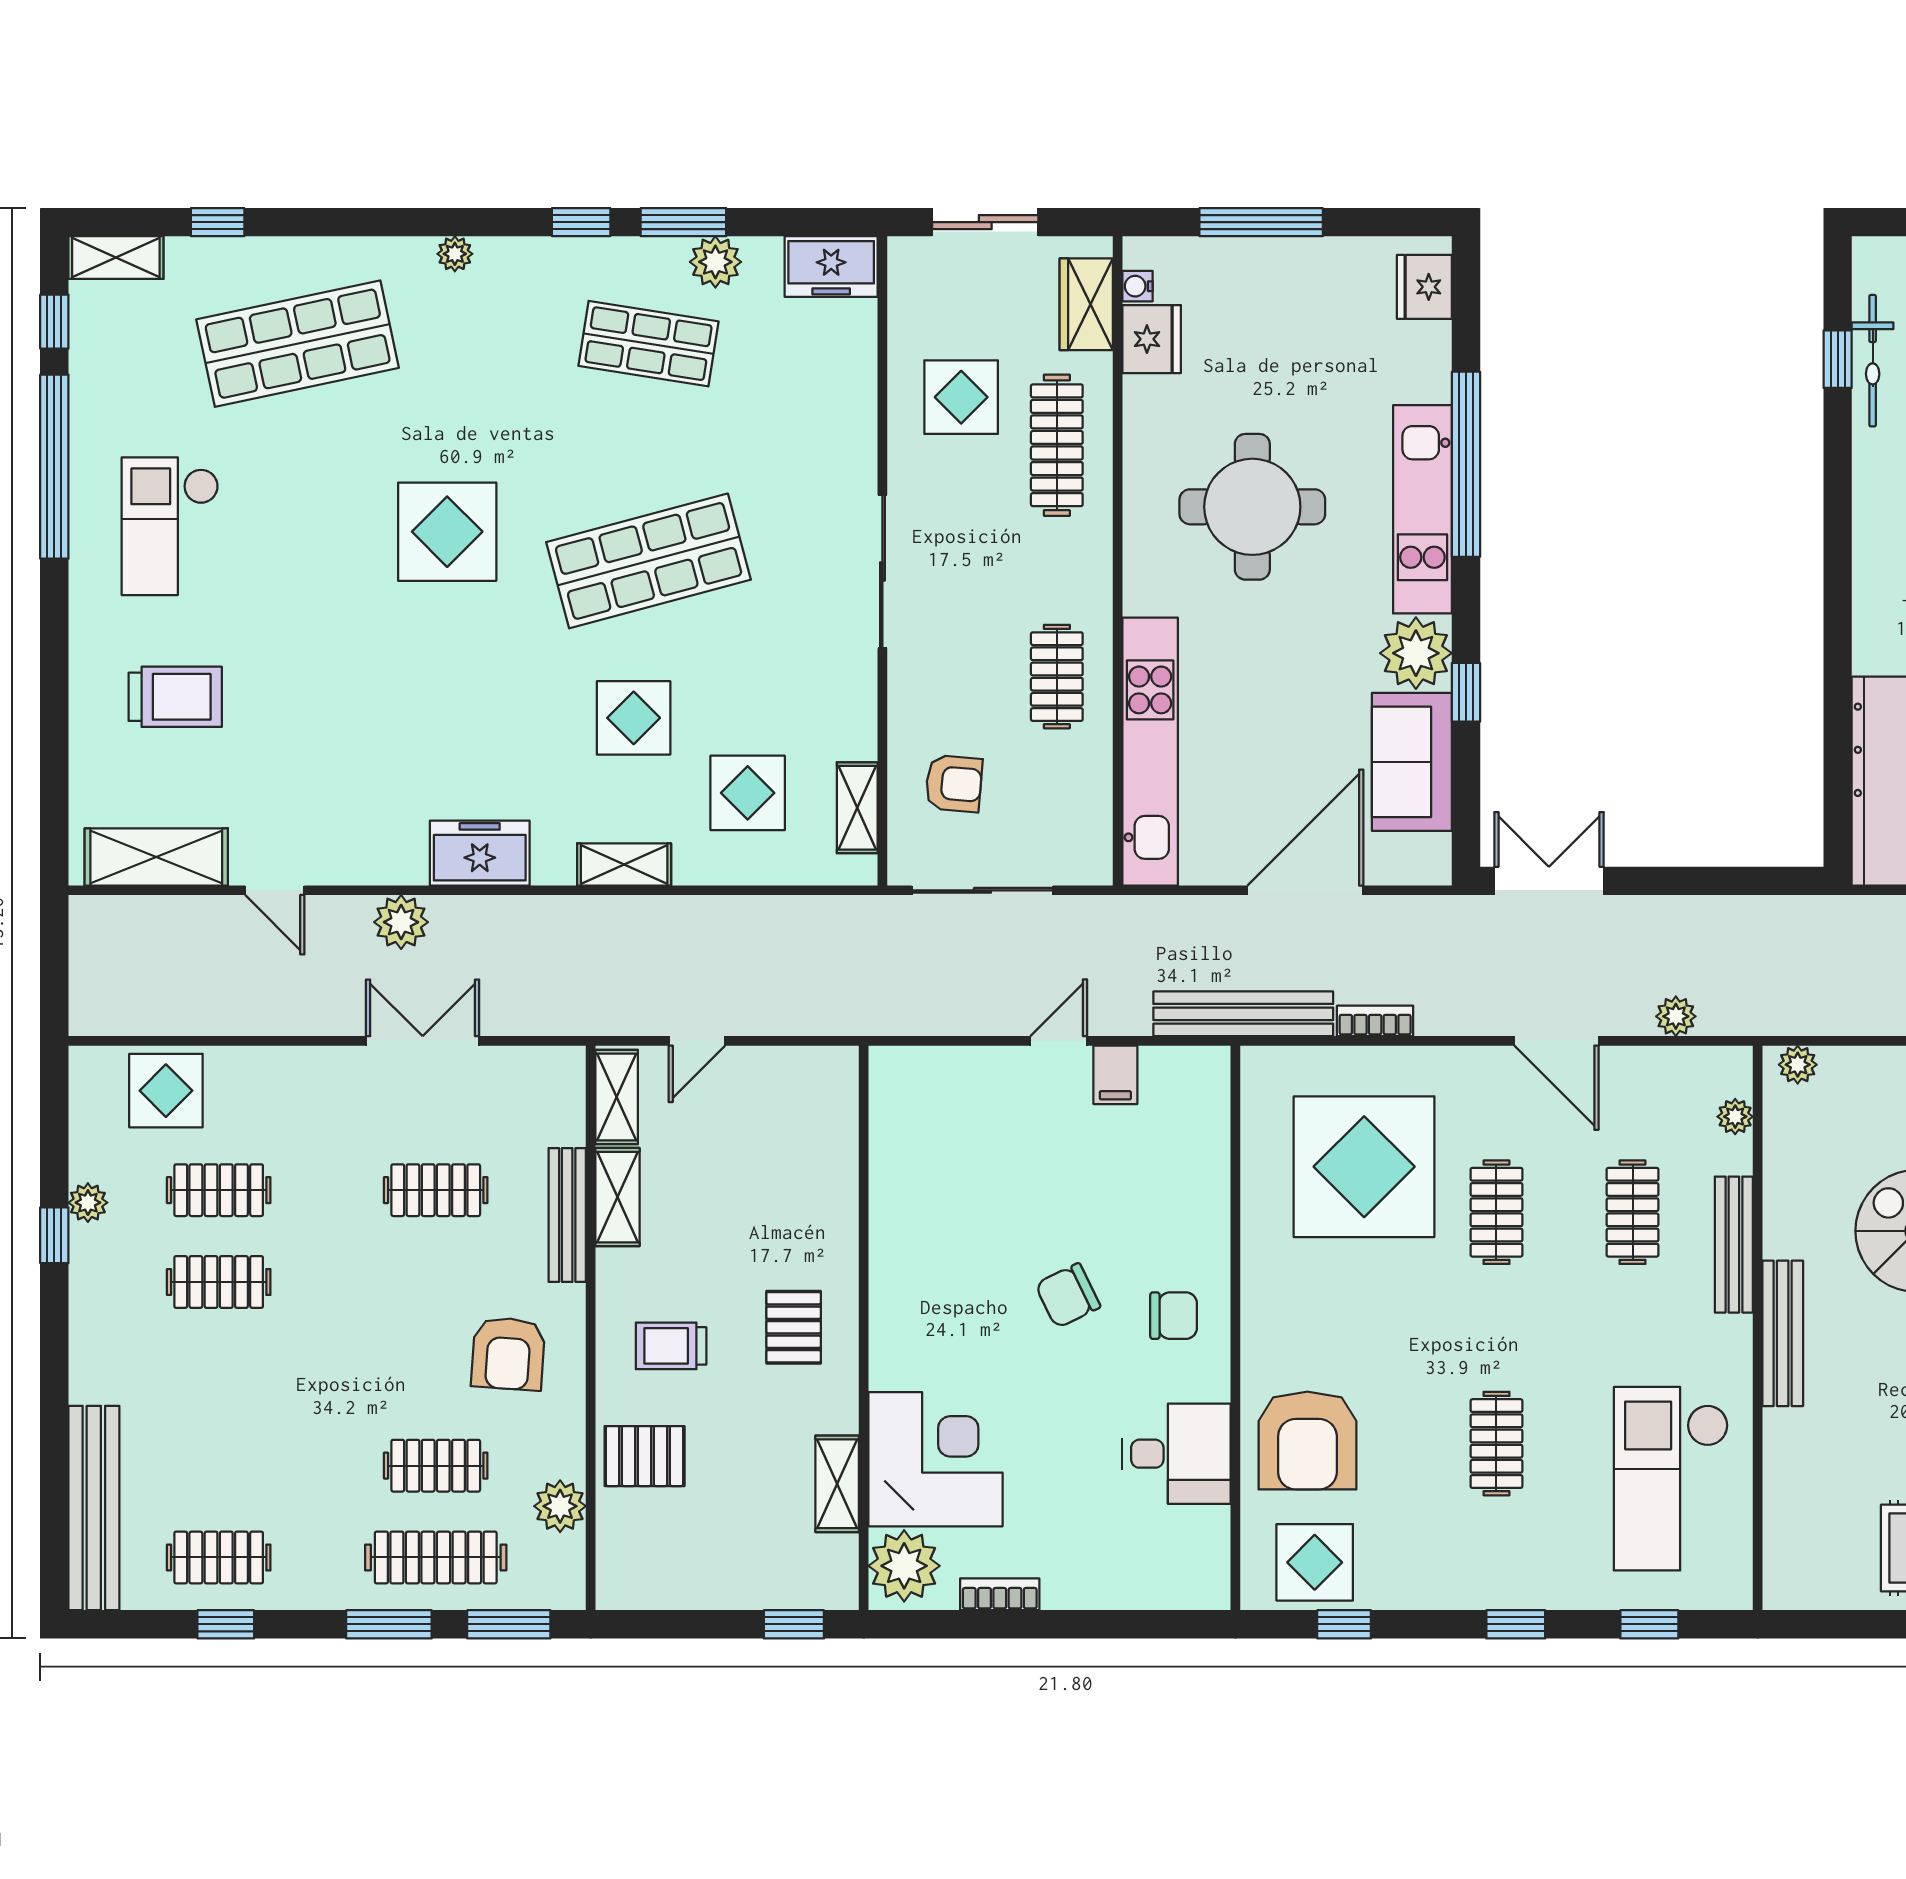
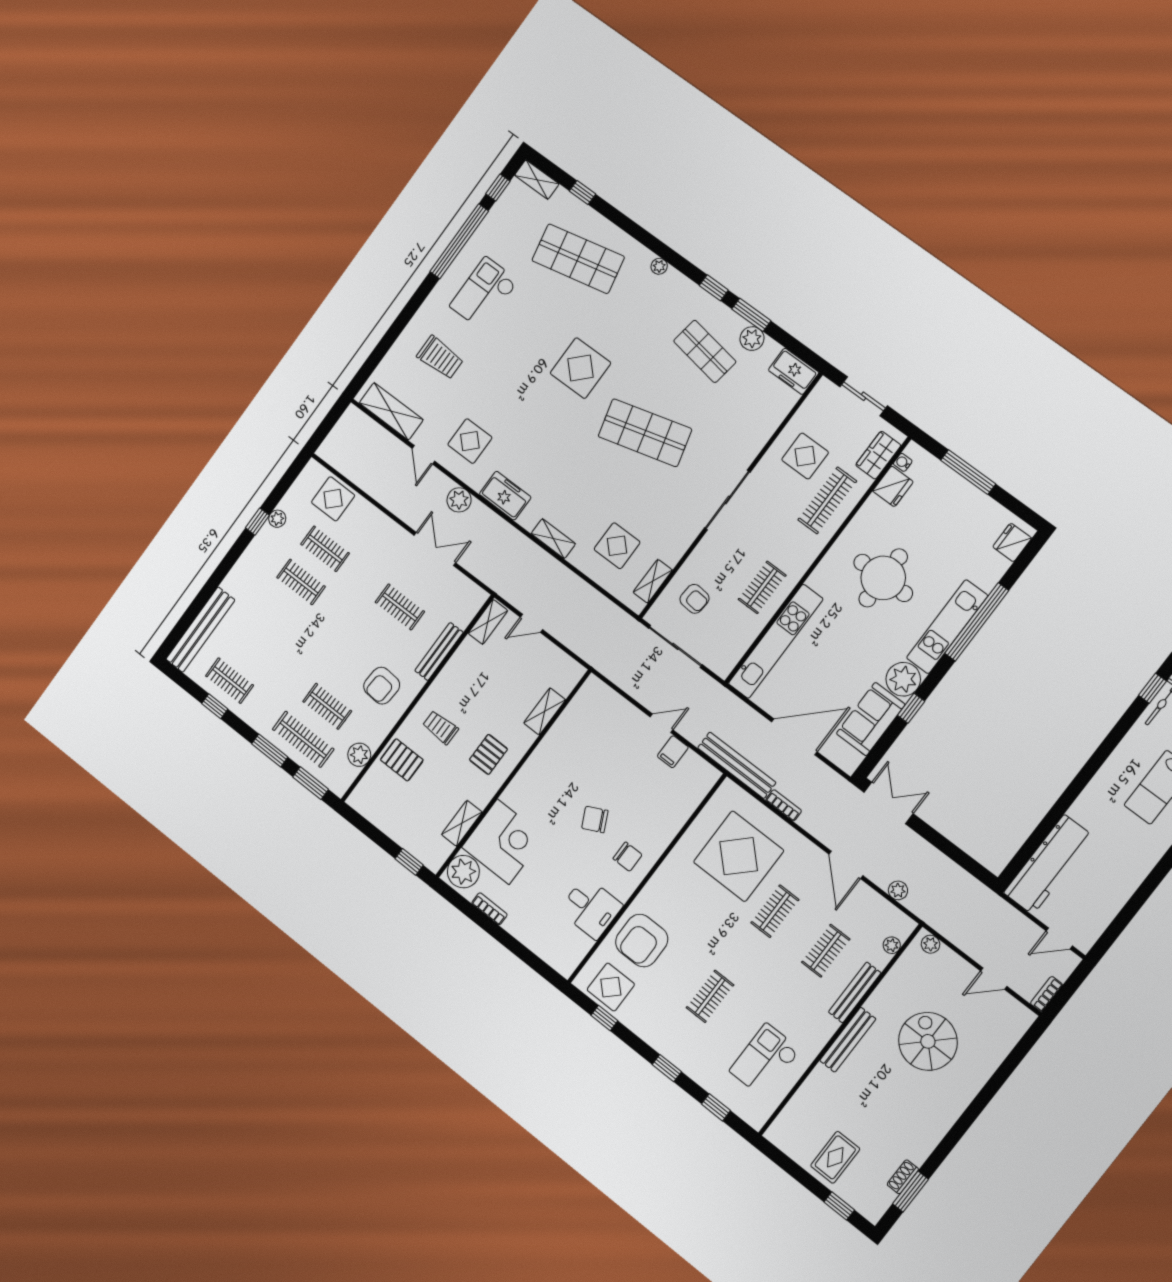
display table: (634, 718) -> (470, 441), moved
shelving: (618, 1197) -> (545, 711), moved
checkout: (1671, 1479) -> (765, 1060), width x0.73, depth x0.83

